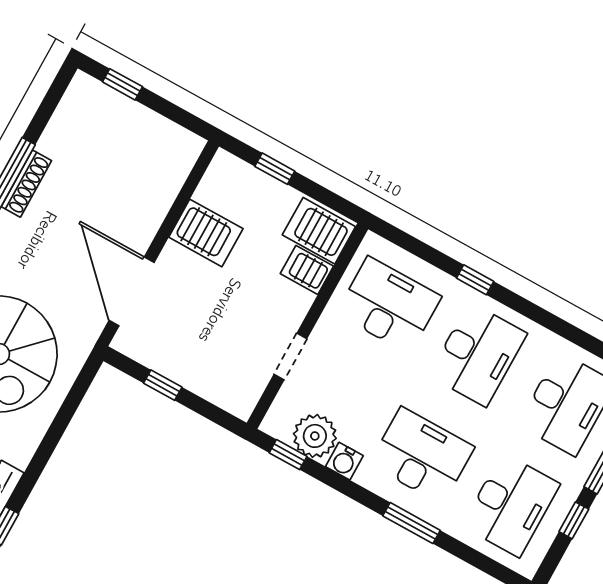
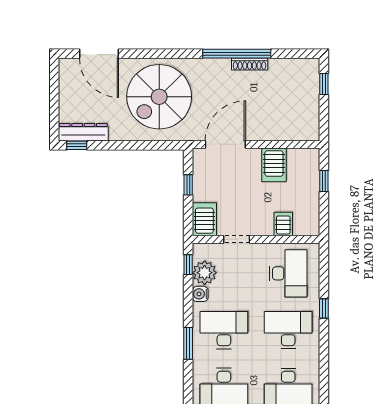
server rack: (319, 231) -> (204, 219), moved
desk: (478, 354) -> (288, 330), turned 180
desk: (422, 456) -> (224, 330), turned -90

